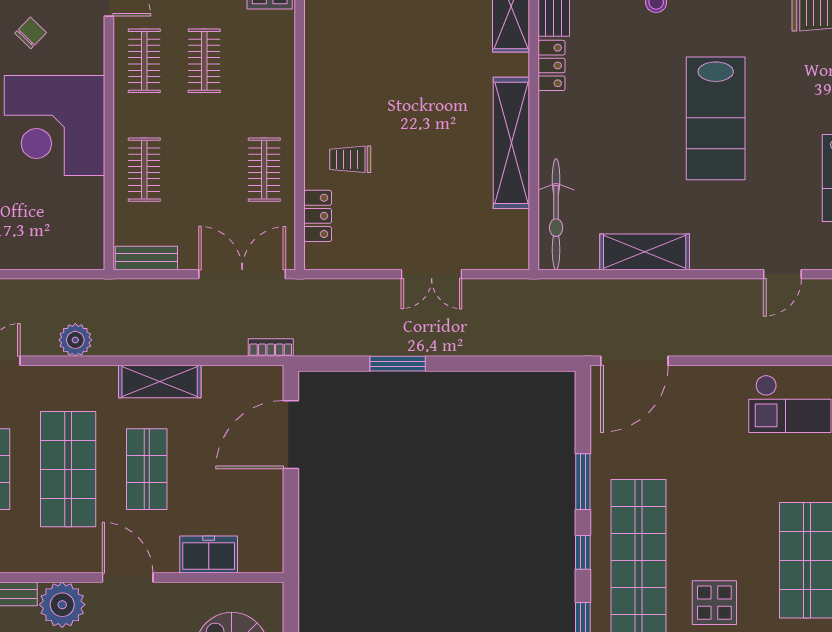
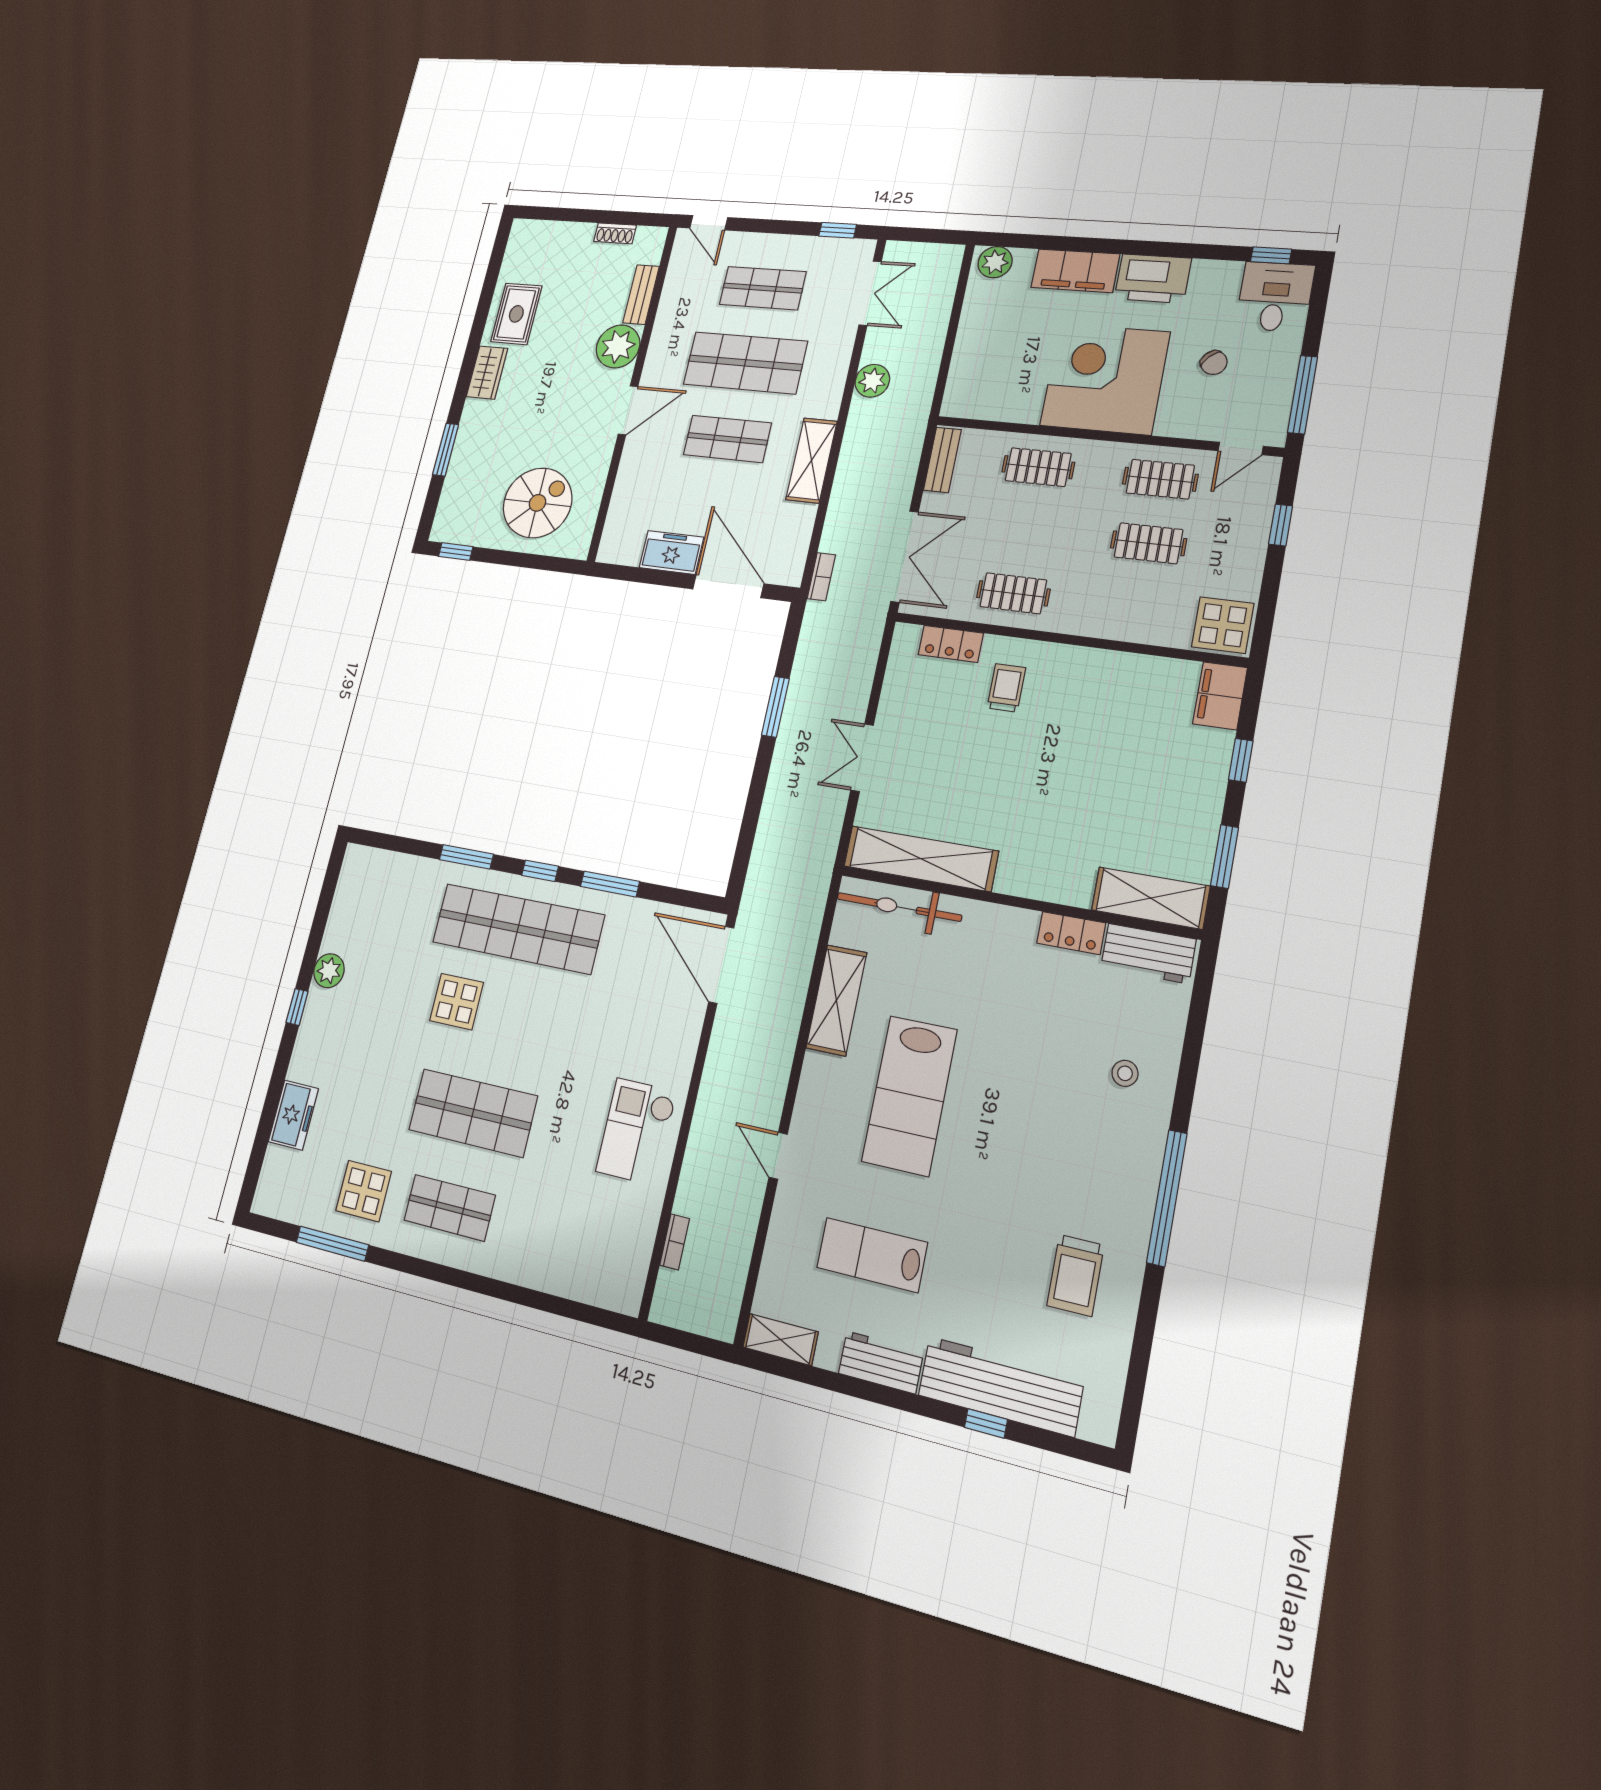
lab bench: (716, 118) -> (909, 1095), moved, turned -90
shelving: (511, 143) -> (921, 859), moved
freezer: (209, 555) -> (671, 552), moved, turned -90

